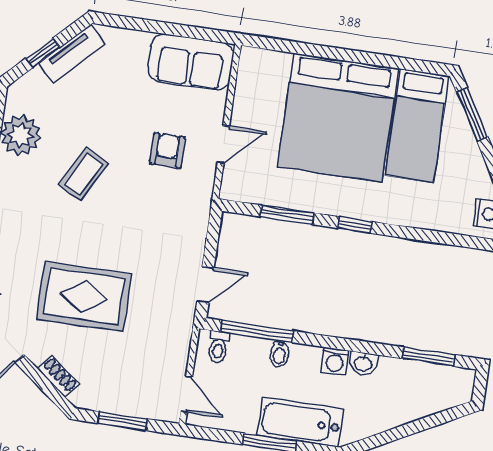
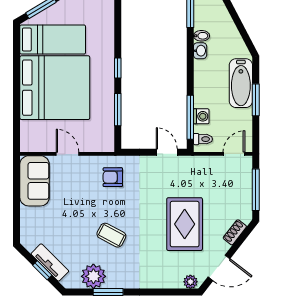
tv unit: (72, 54) -> (50, 262), moved
door: (223, 144) -> (67, 154), moved
armchair: (167, 150) -> (113, 177), moved
bidet: (279, 354) -> (201, 36), moved
washing machine: (335, 361) -> (201, 116), moved
window: (123, 421) -> (256, 190), width x1.44

